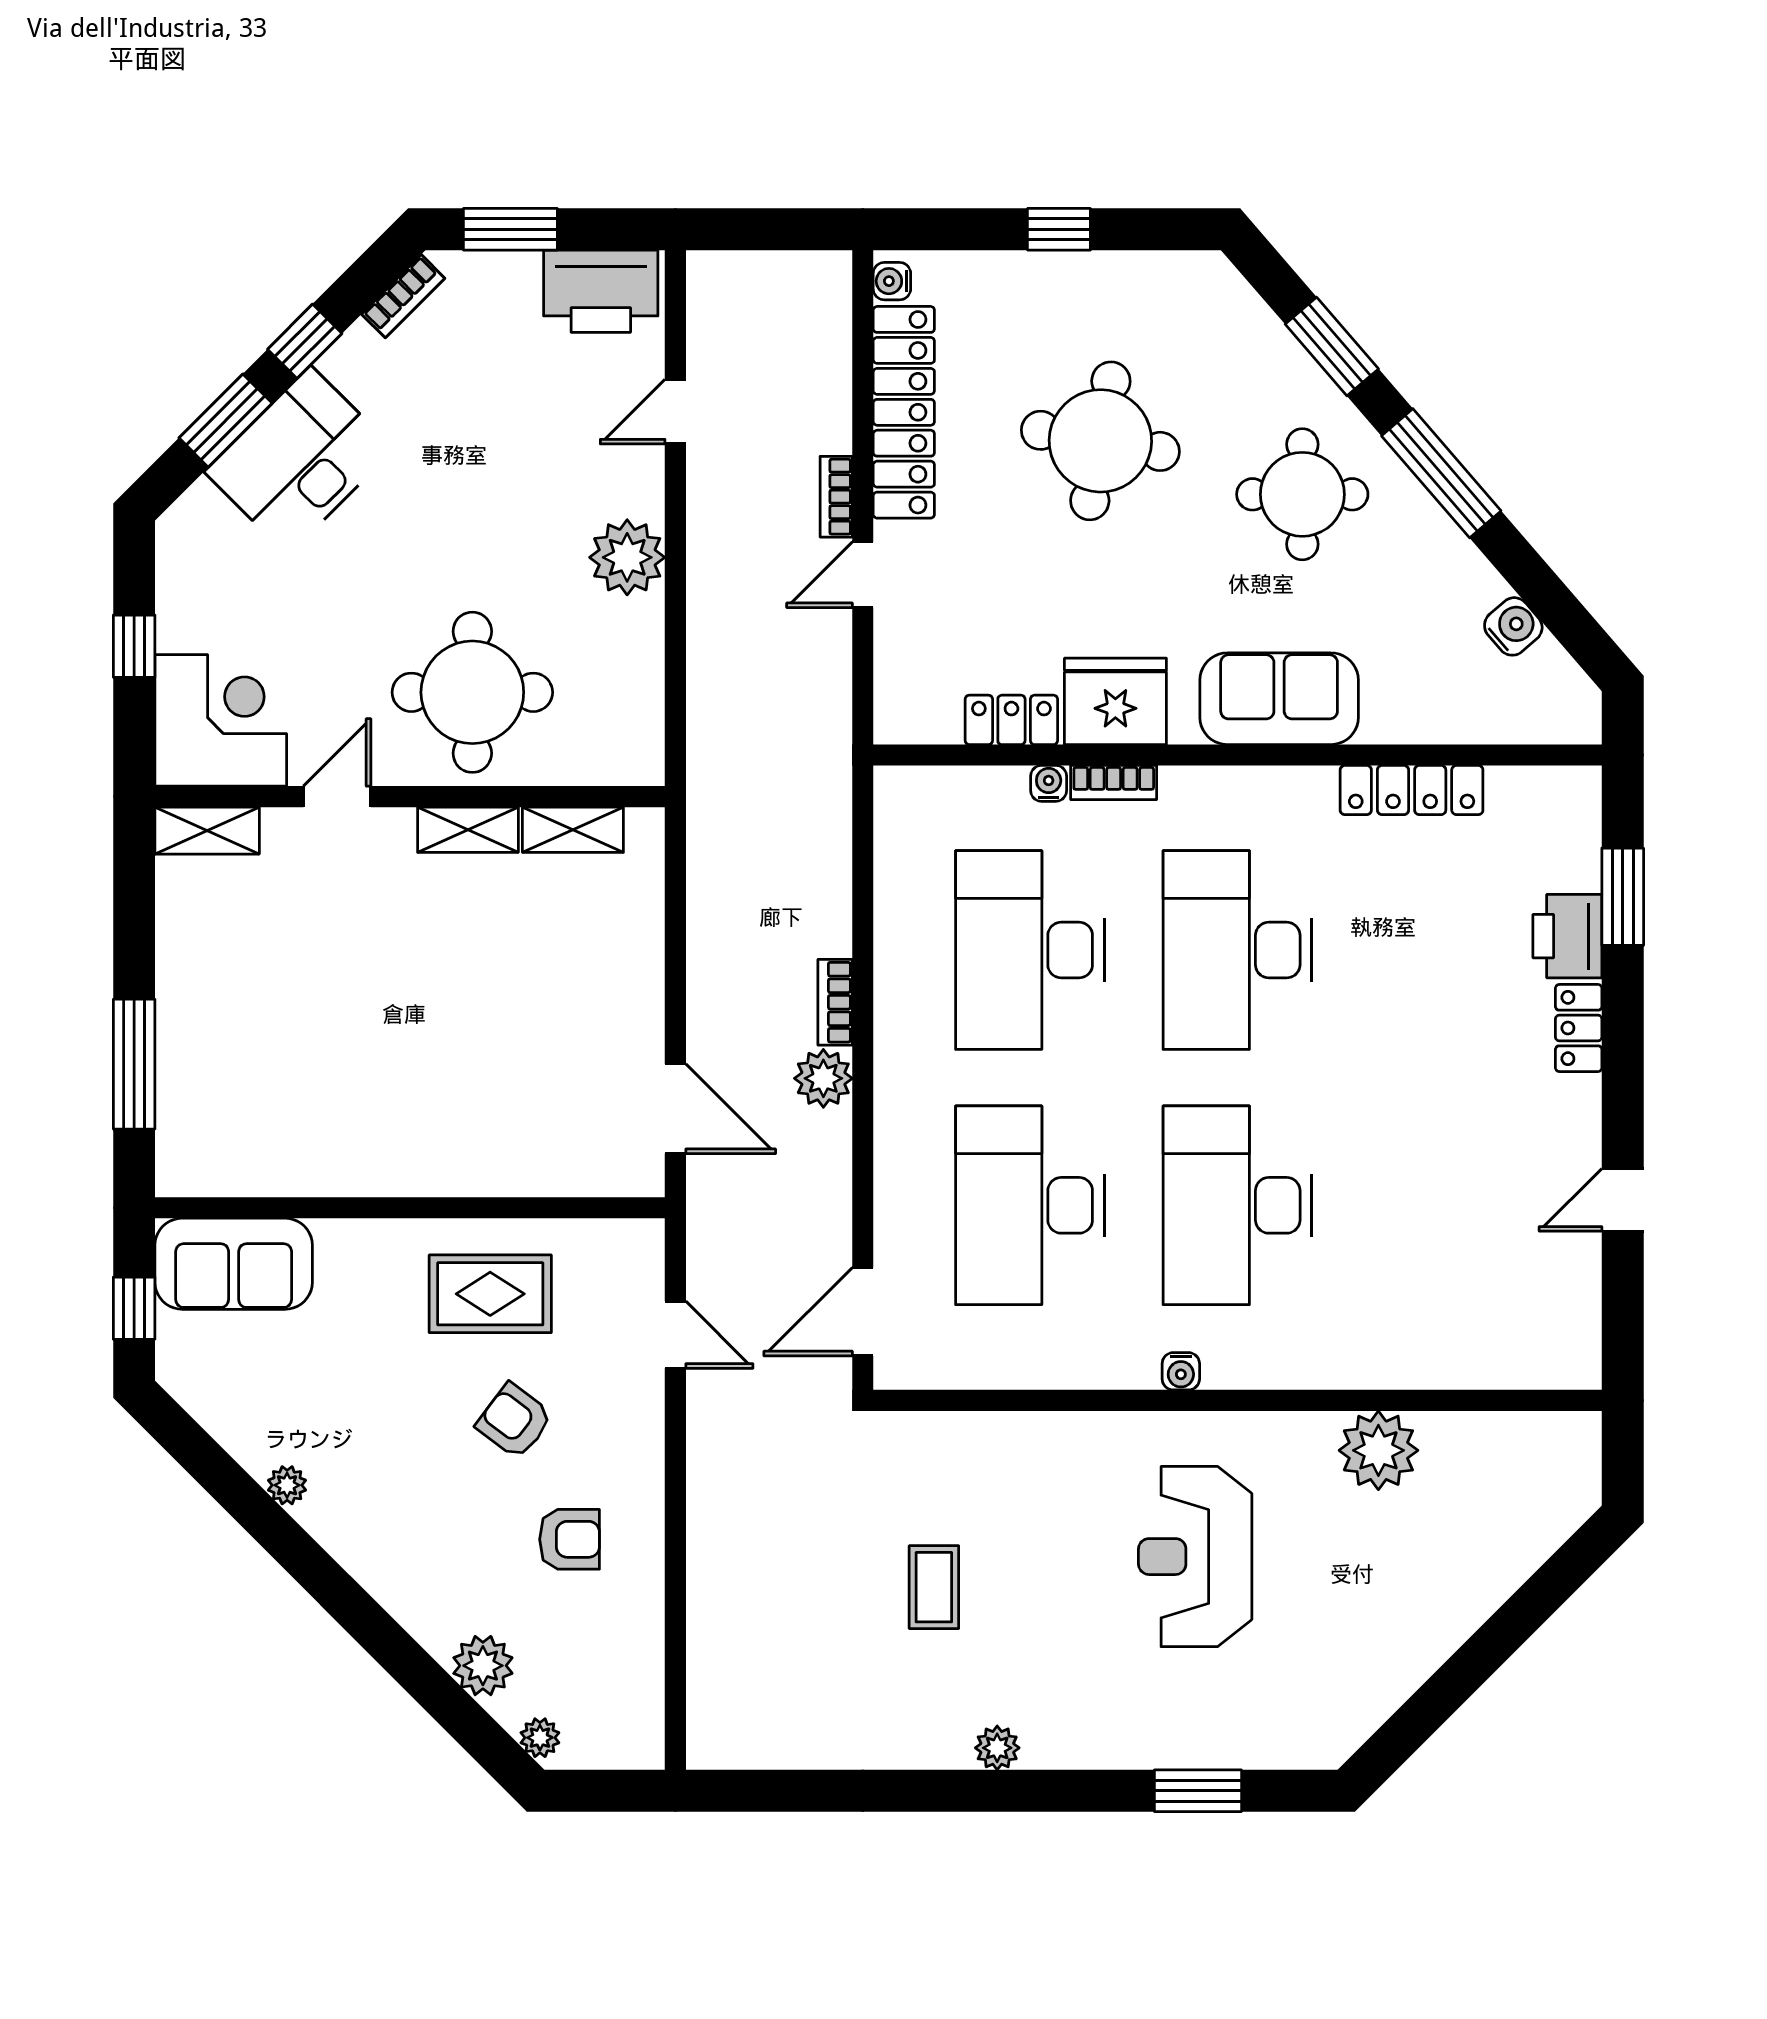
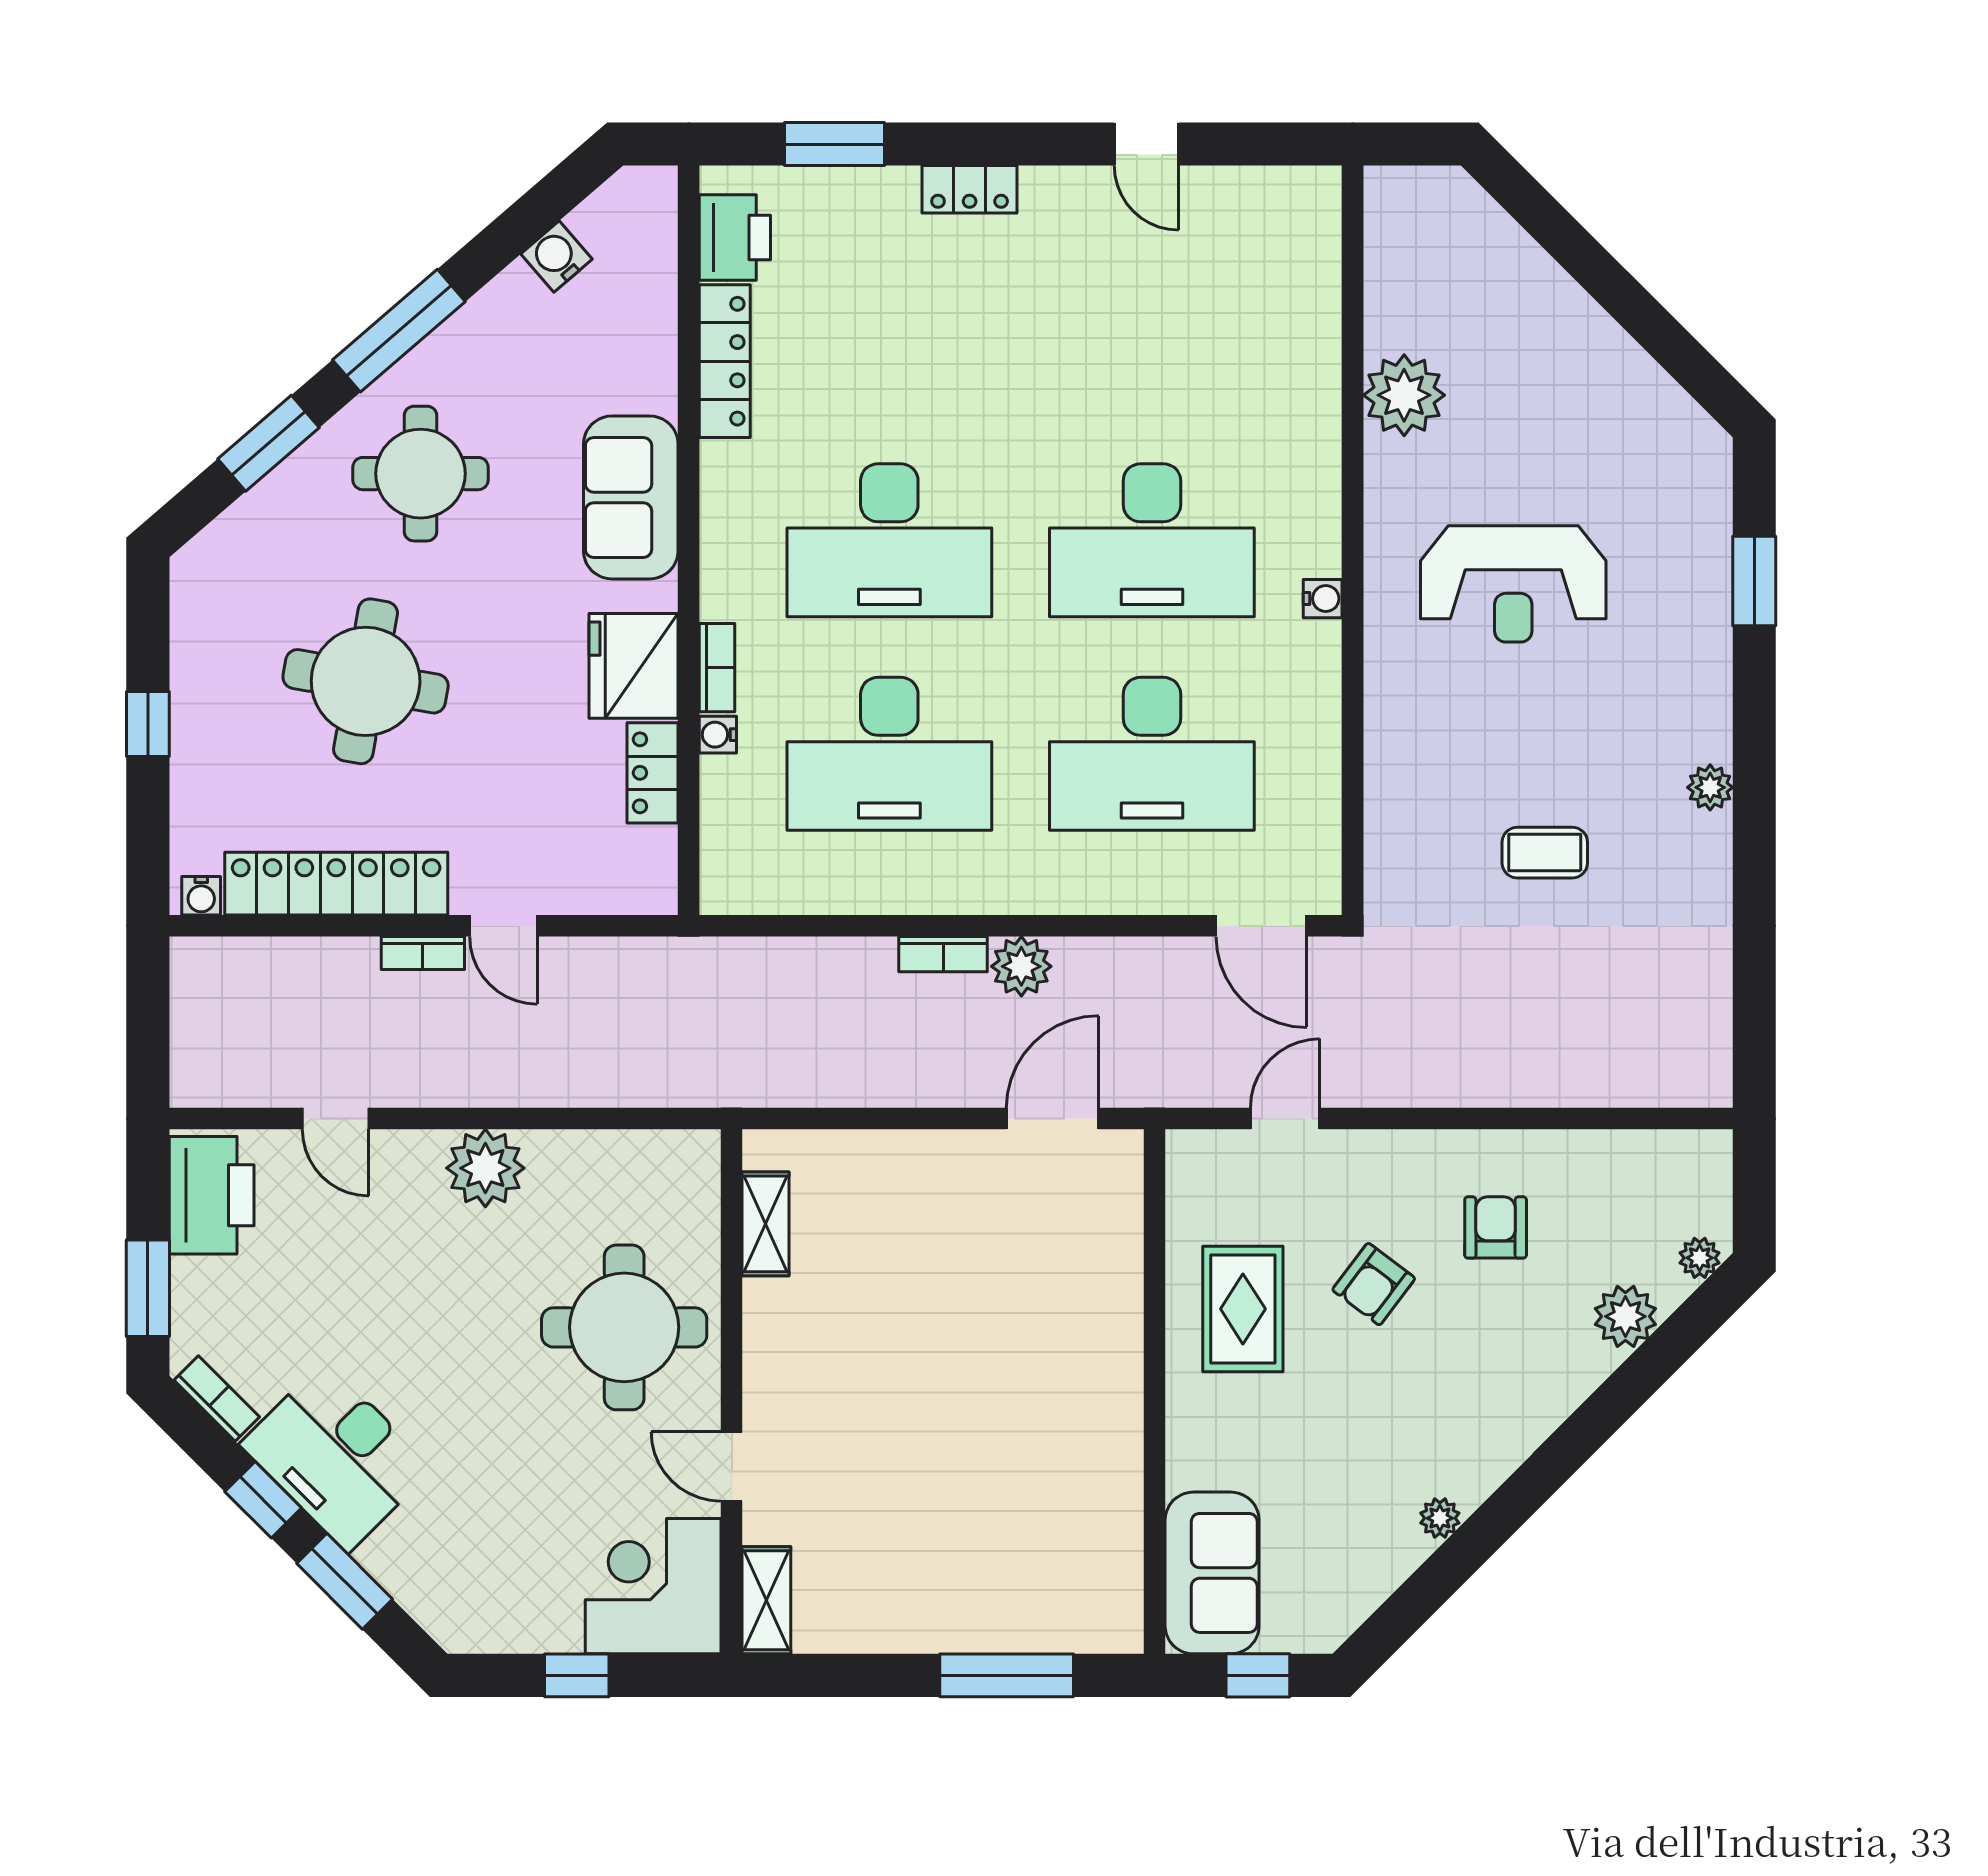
desk: (299, 460) -> (336, 1456), moved
shelving: (468, 830) -> (766, 1332), removed
printer: (1567, 936) -> (735, 237), moved, turned -90

